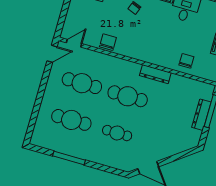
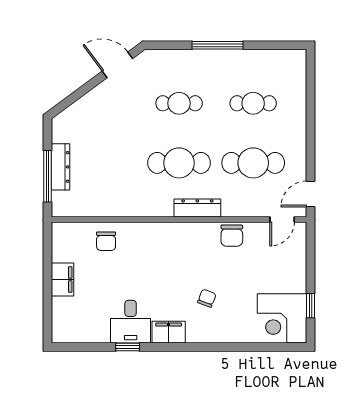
dresser: (155, 74) -> (197, 208), moved
cafe table: (71, 120) -> (253, 103), width x0.73, depth x0.74
window: (69, 158) -> (218, 45), moved

